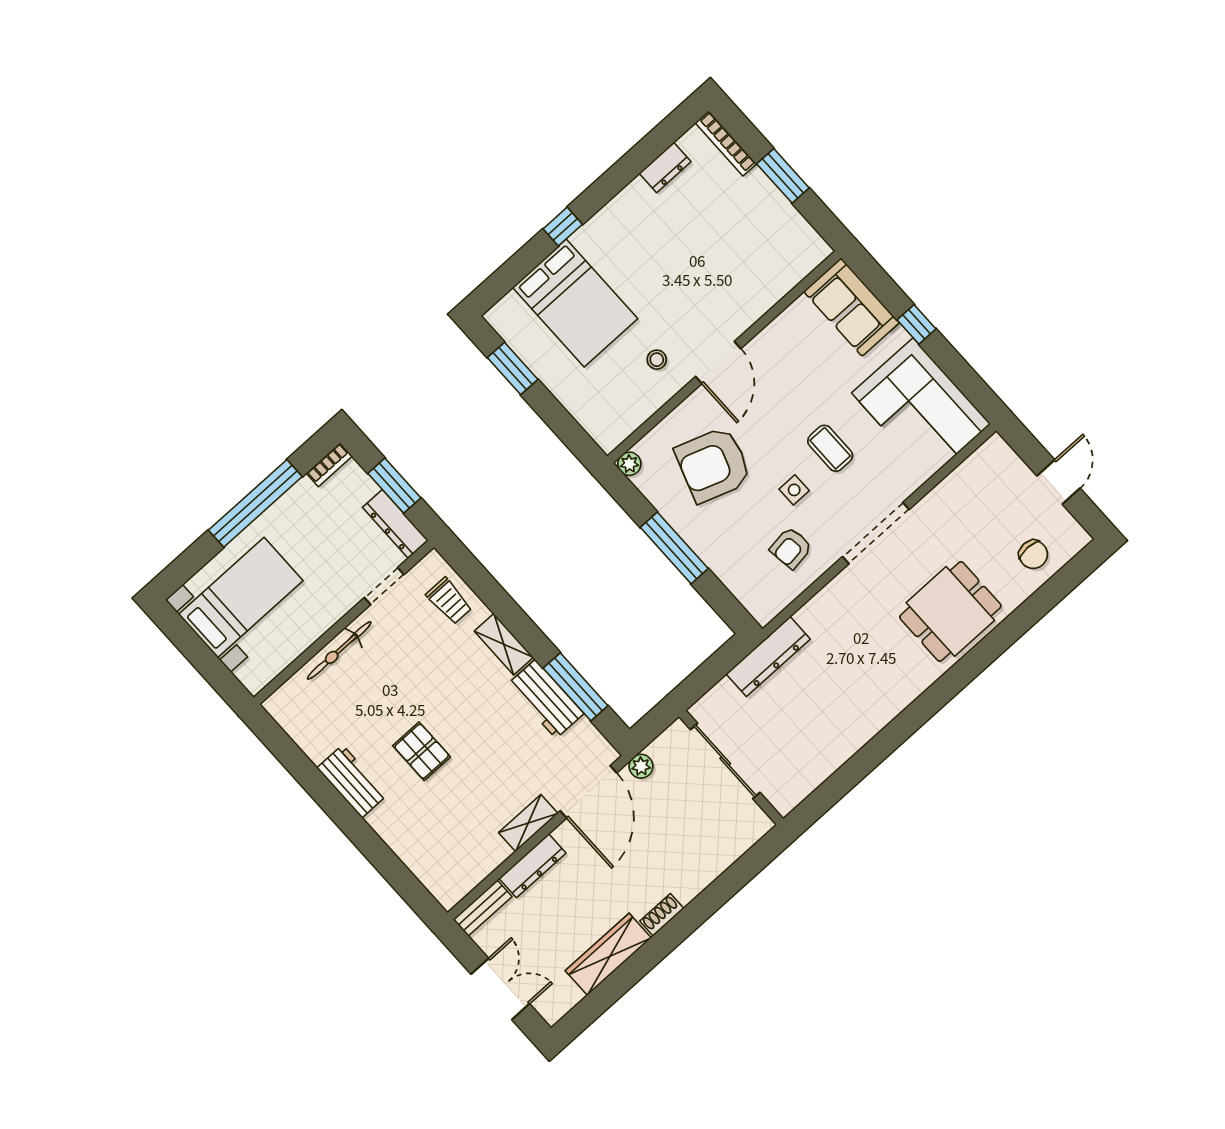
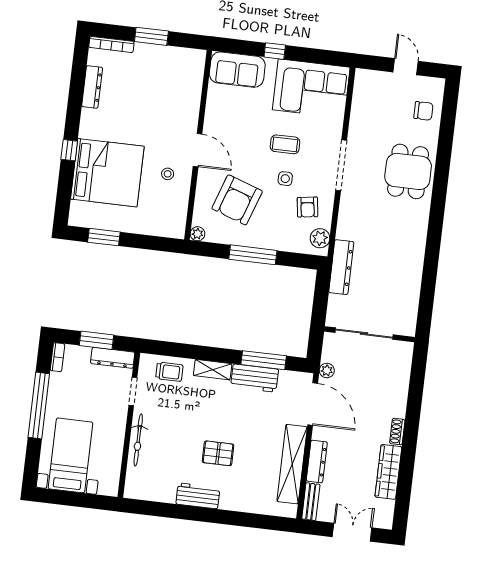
dresser: (665, 168) -> (92, 87), width x1.44
bed: (575, 303) -> (107, 173), width x1.36
plant: (773, 599) -> (320, 238), added
shelving: (528, 823) -> (292, 464), width x2.20, depth x1.33

